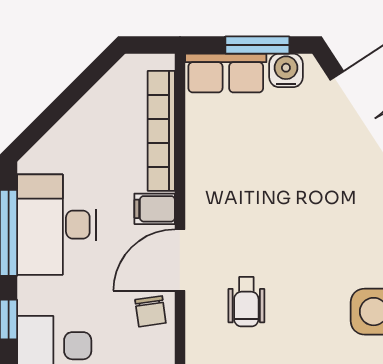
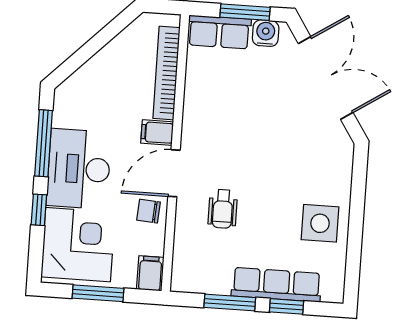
desk: (57, 225) -> (79, 169), moved
chair: (150, 311) -> (148, 211), turned 102

